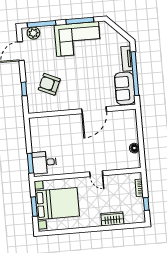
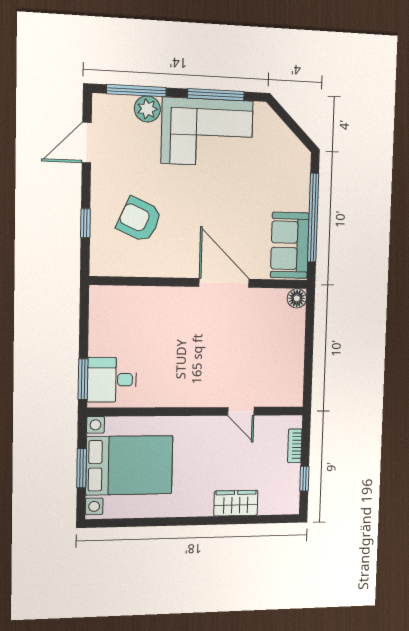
plant: (33, 33) -> (147, 109), moved
tv unit: (127, 59) -> (301, 186), removed
door: (94, 110) -> (224, 283), swing flipped
floor lamp: (134, 148) -> (297, 298), moved
door: (96, 174) -> (241, 411), moved

